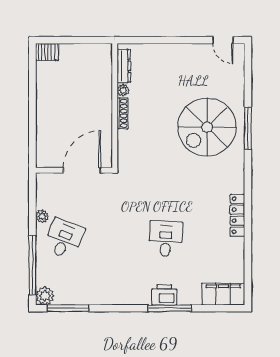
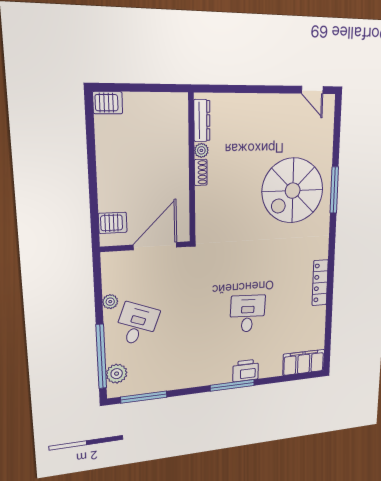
shoe rack: (122, 113) -> (201, 172), width x0.70
server rack: (47, 148) -> (113, 223), added
plant: (45, 296) -> (117, 374), moved
window: (170, 308) -> (232, 385), moved

